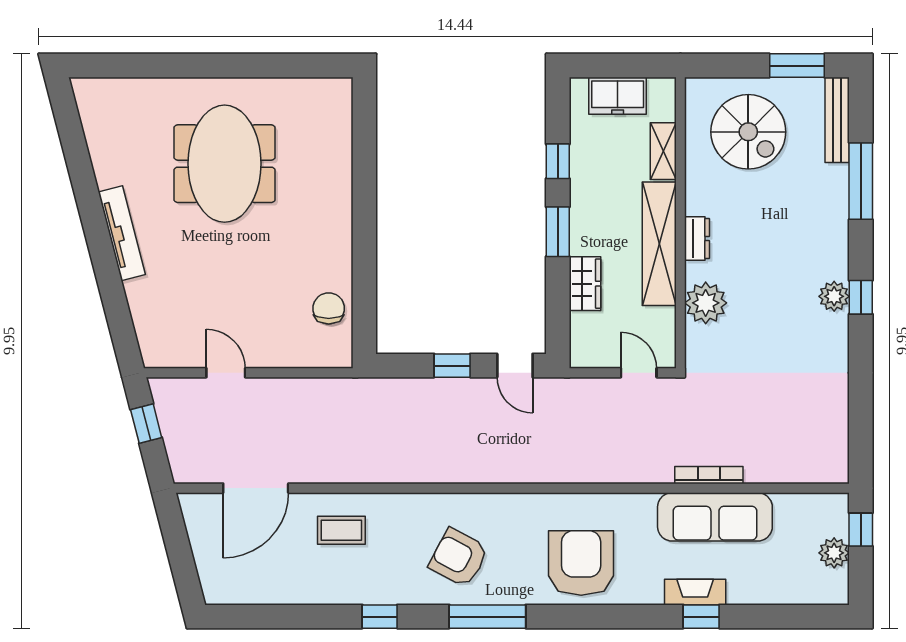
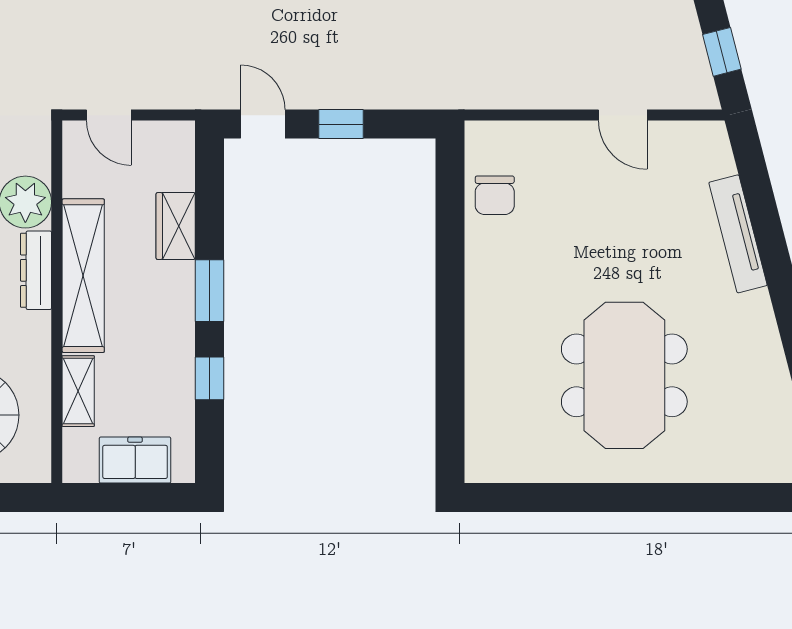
tv unit: (122, 233) -> (738, 234), moved
dresser: (697, 238) -> (36, 270), width x1.44

